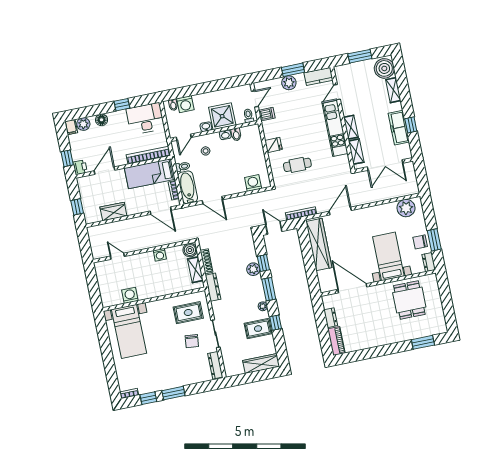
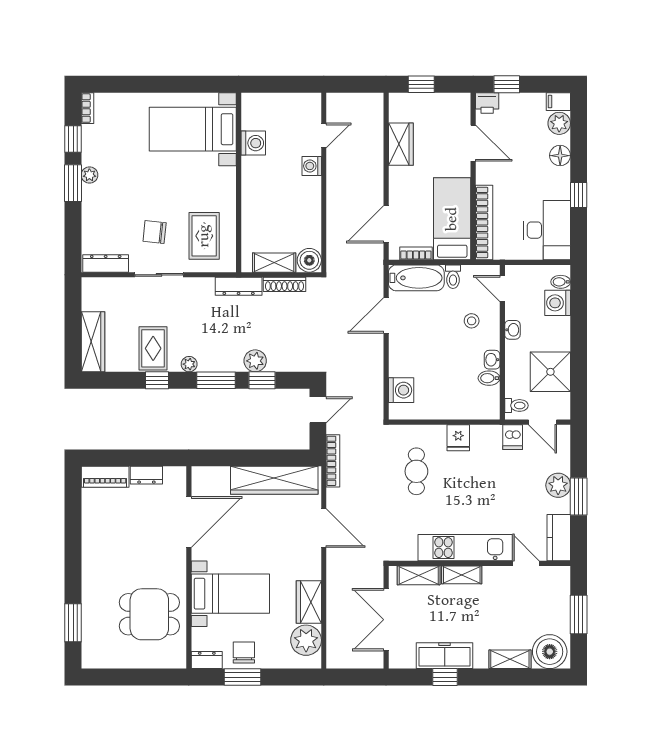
shower: (222, 116) -> (550, 372), moved
wardrobe: (384, 211) -> (309, 602), added
washing machine: (160, 255) -> (312, 166), moved
plant: (167, 385) -> (89, 175), added

